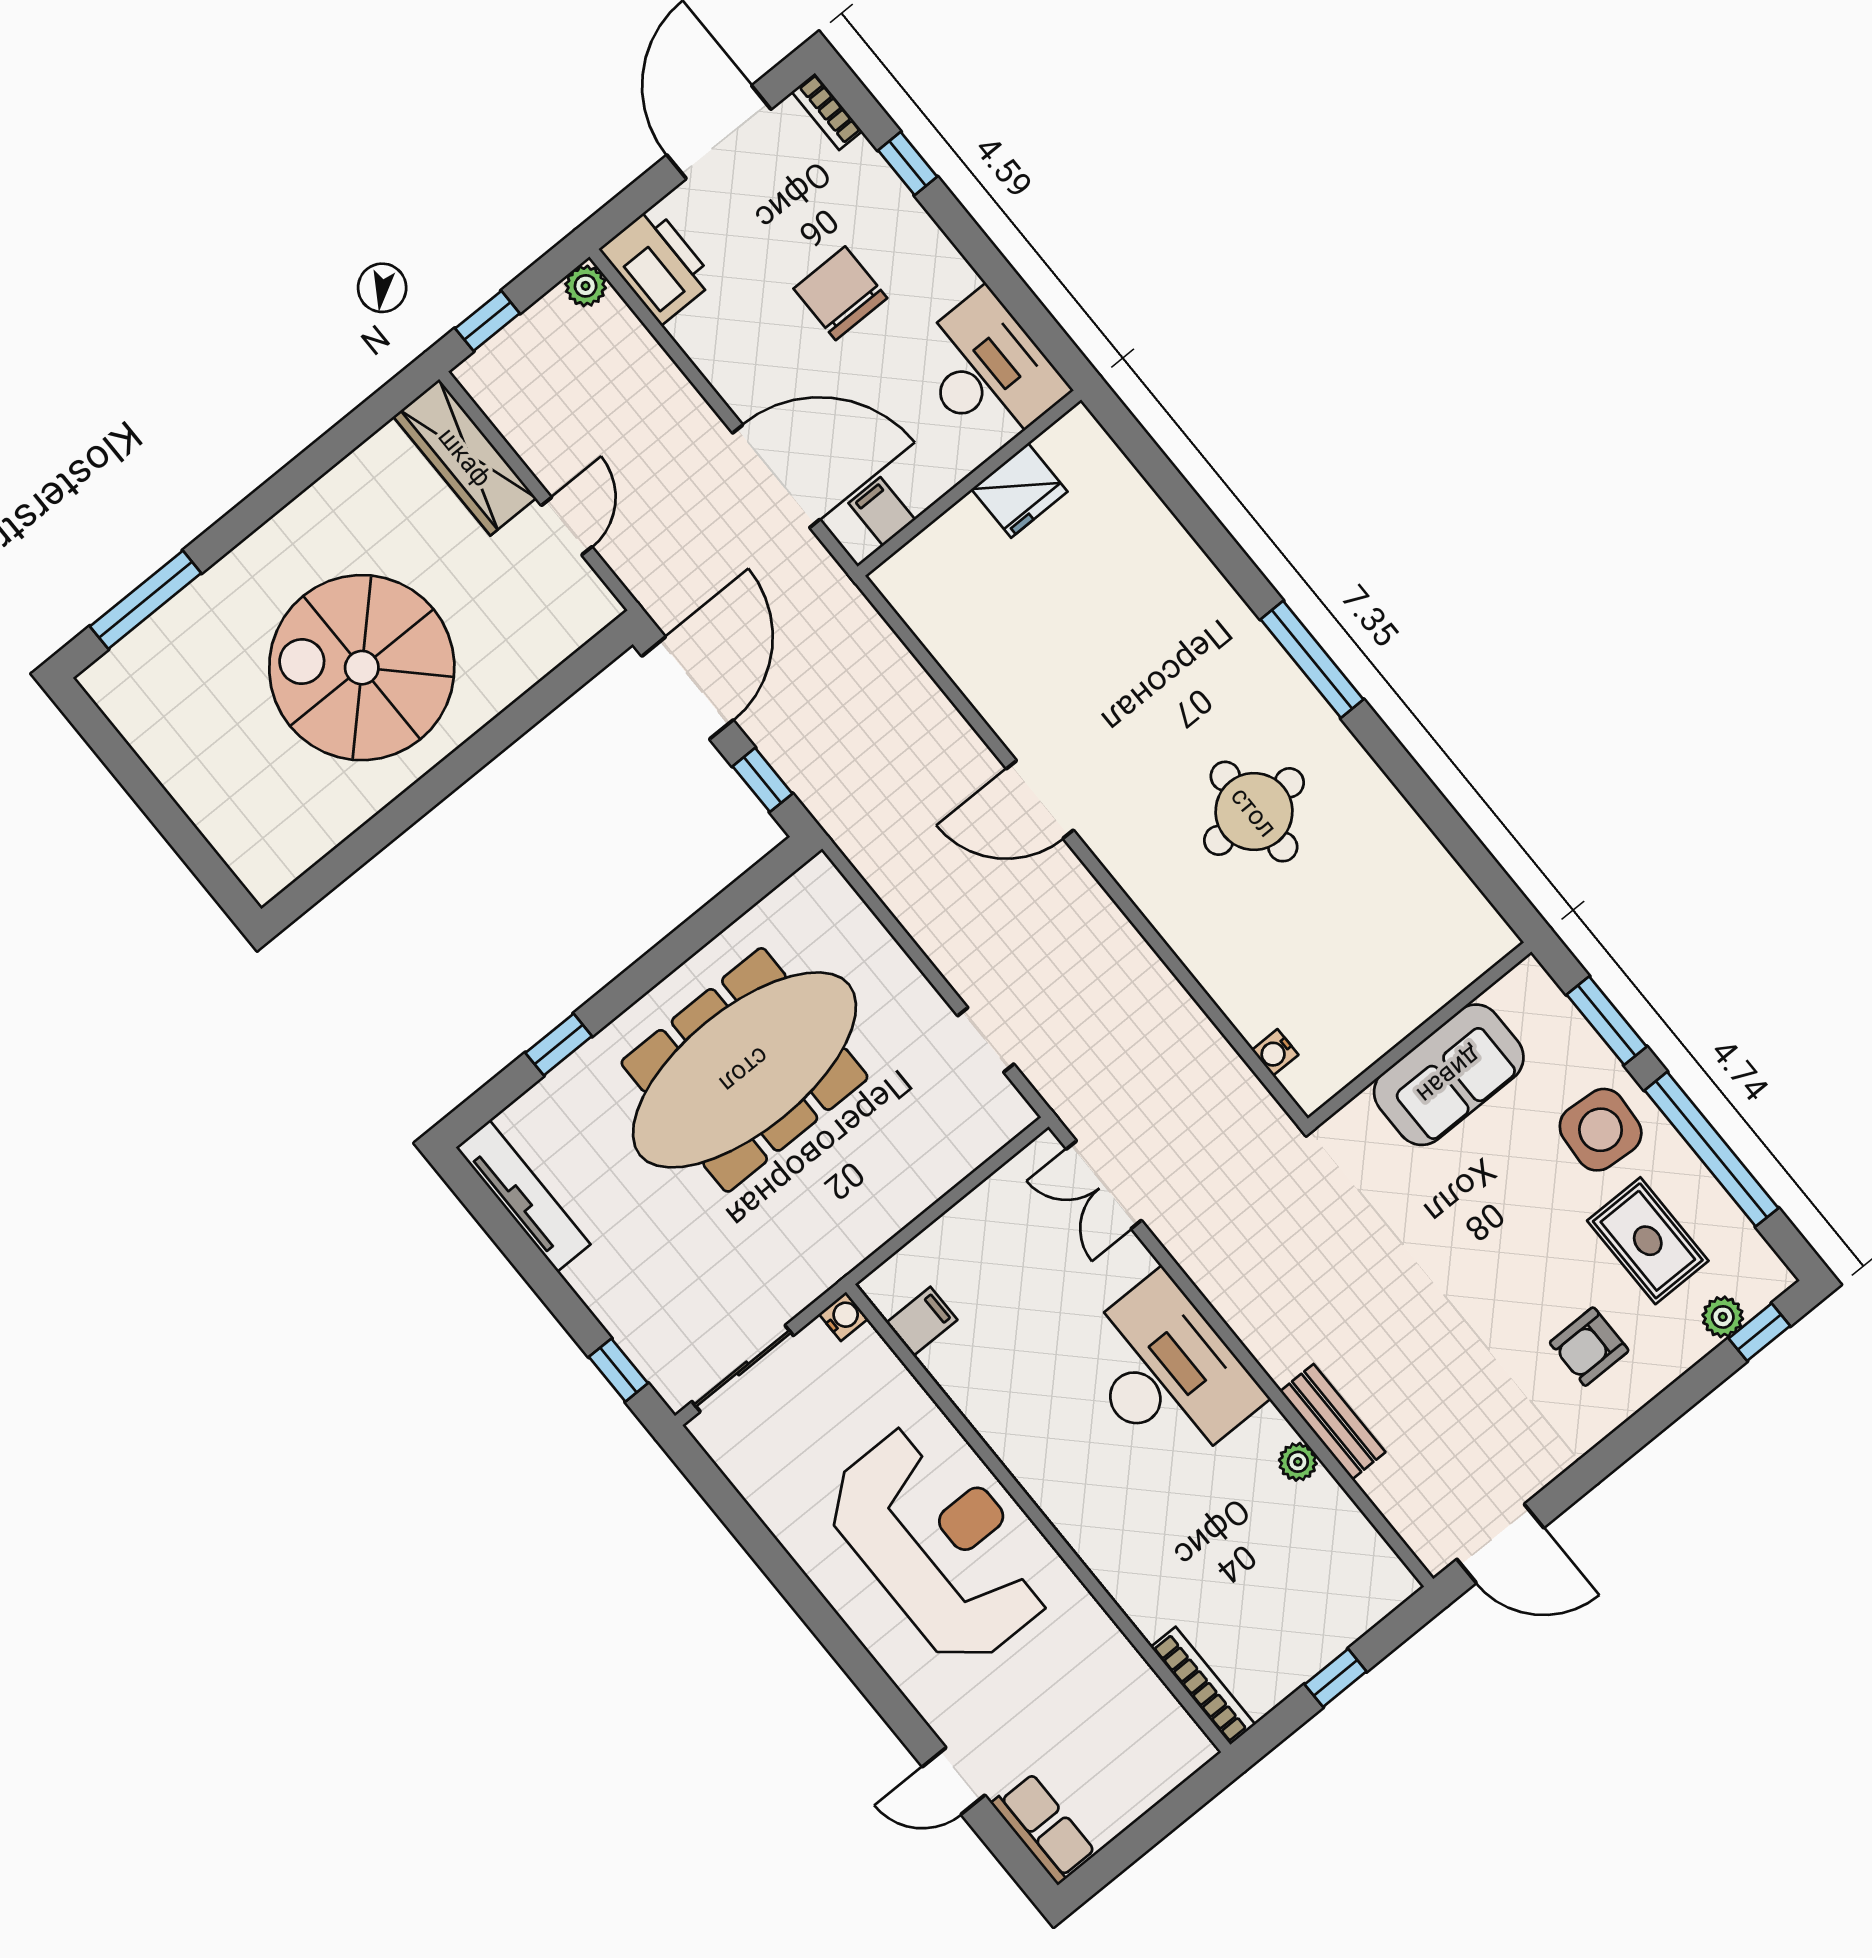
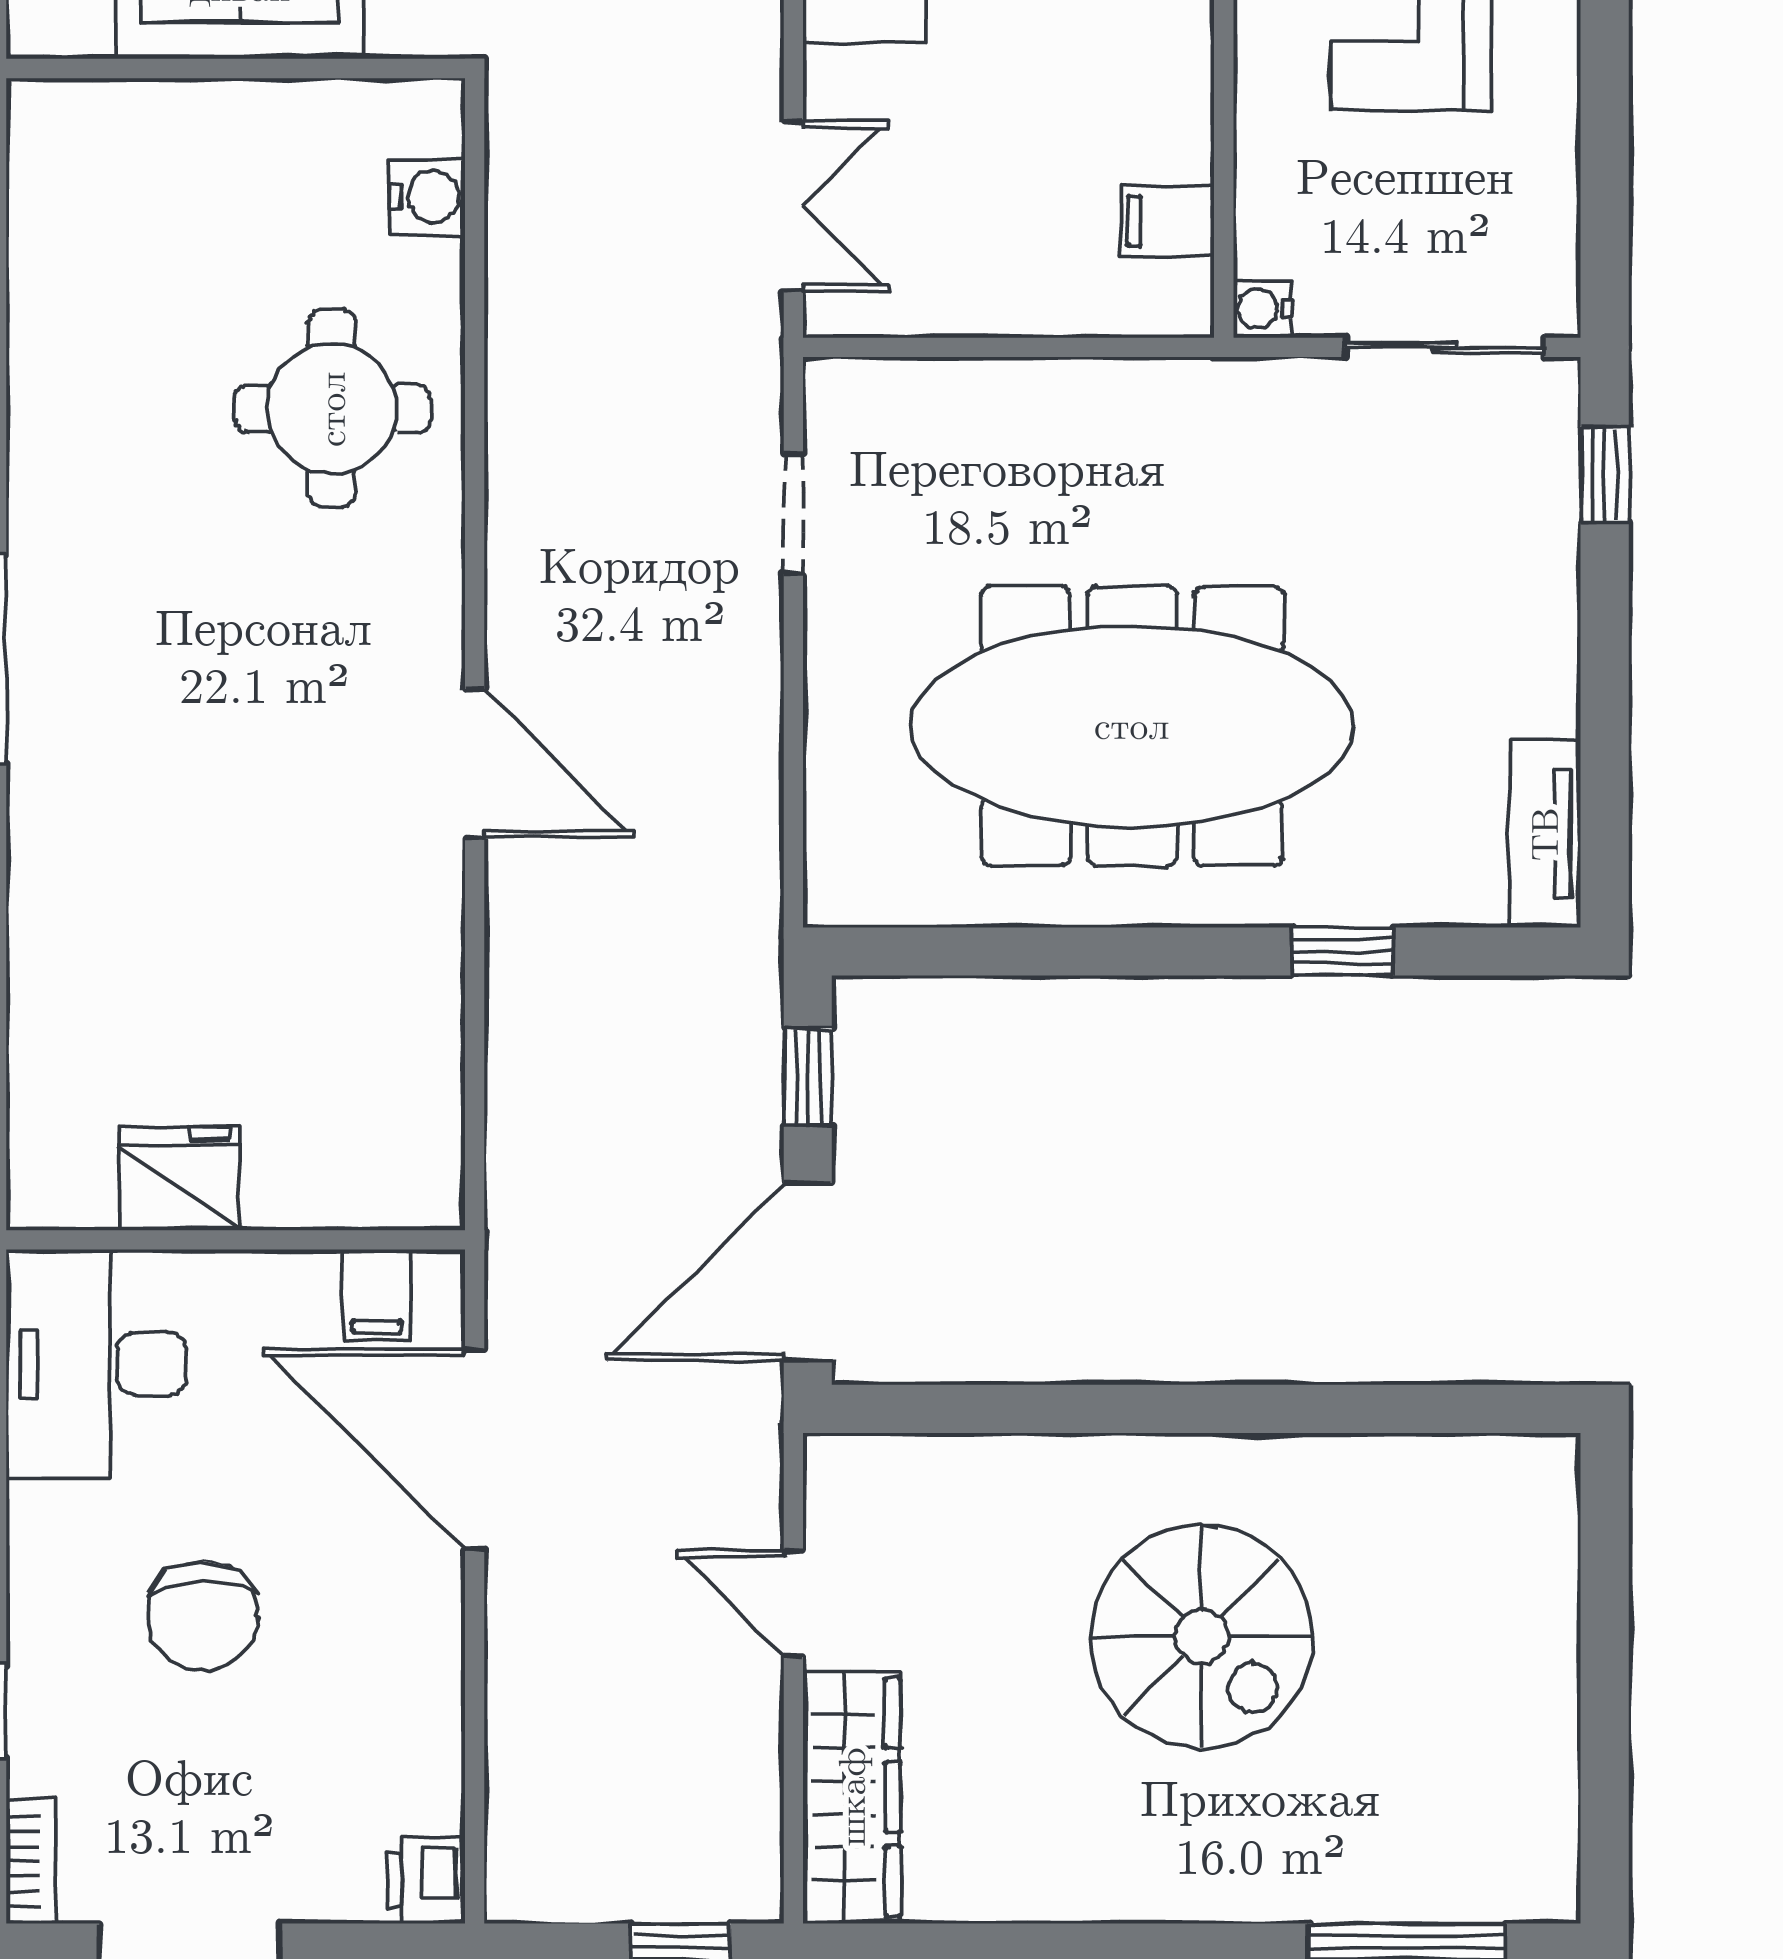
printer: (657, 265) -> (426, 1880), width x0.53, depth x0.68
plant: (586, 286) -> (520, 1890), removed
door: (567, 526) -> (793, 1604), hinge flipped
spiral stairs: (362, 668) -> (1202, 1636), width x0.73, depth x0.73
round table: (1254, 812) -> (332, 409), moved
water cooler: (1275, 1052) -> (427, 197), width x1.38, depth x1.38
tv unit: (523, 1196) -> (1545, 834), width x0.71

